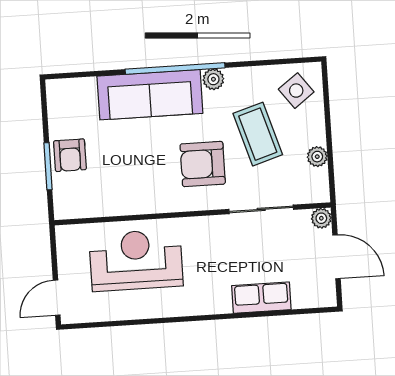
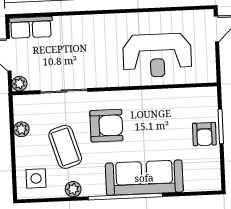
plant: (213, 79) -> (73, 189), moved
side table: (296, 91) -> (36, 178), turned 37
armchair: (70, 155) -> (204, 134), turned 180
row of seats: (261, 298) -> (31, 27), moved

